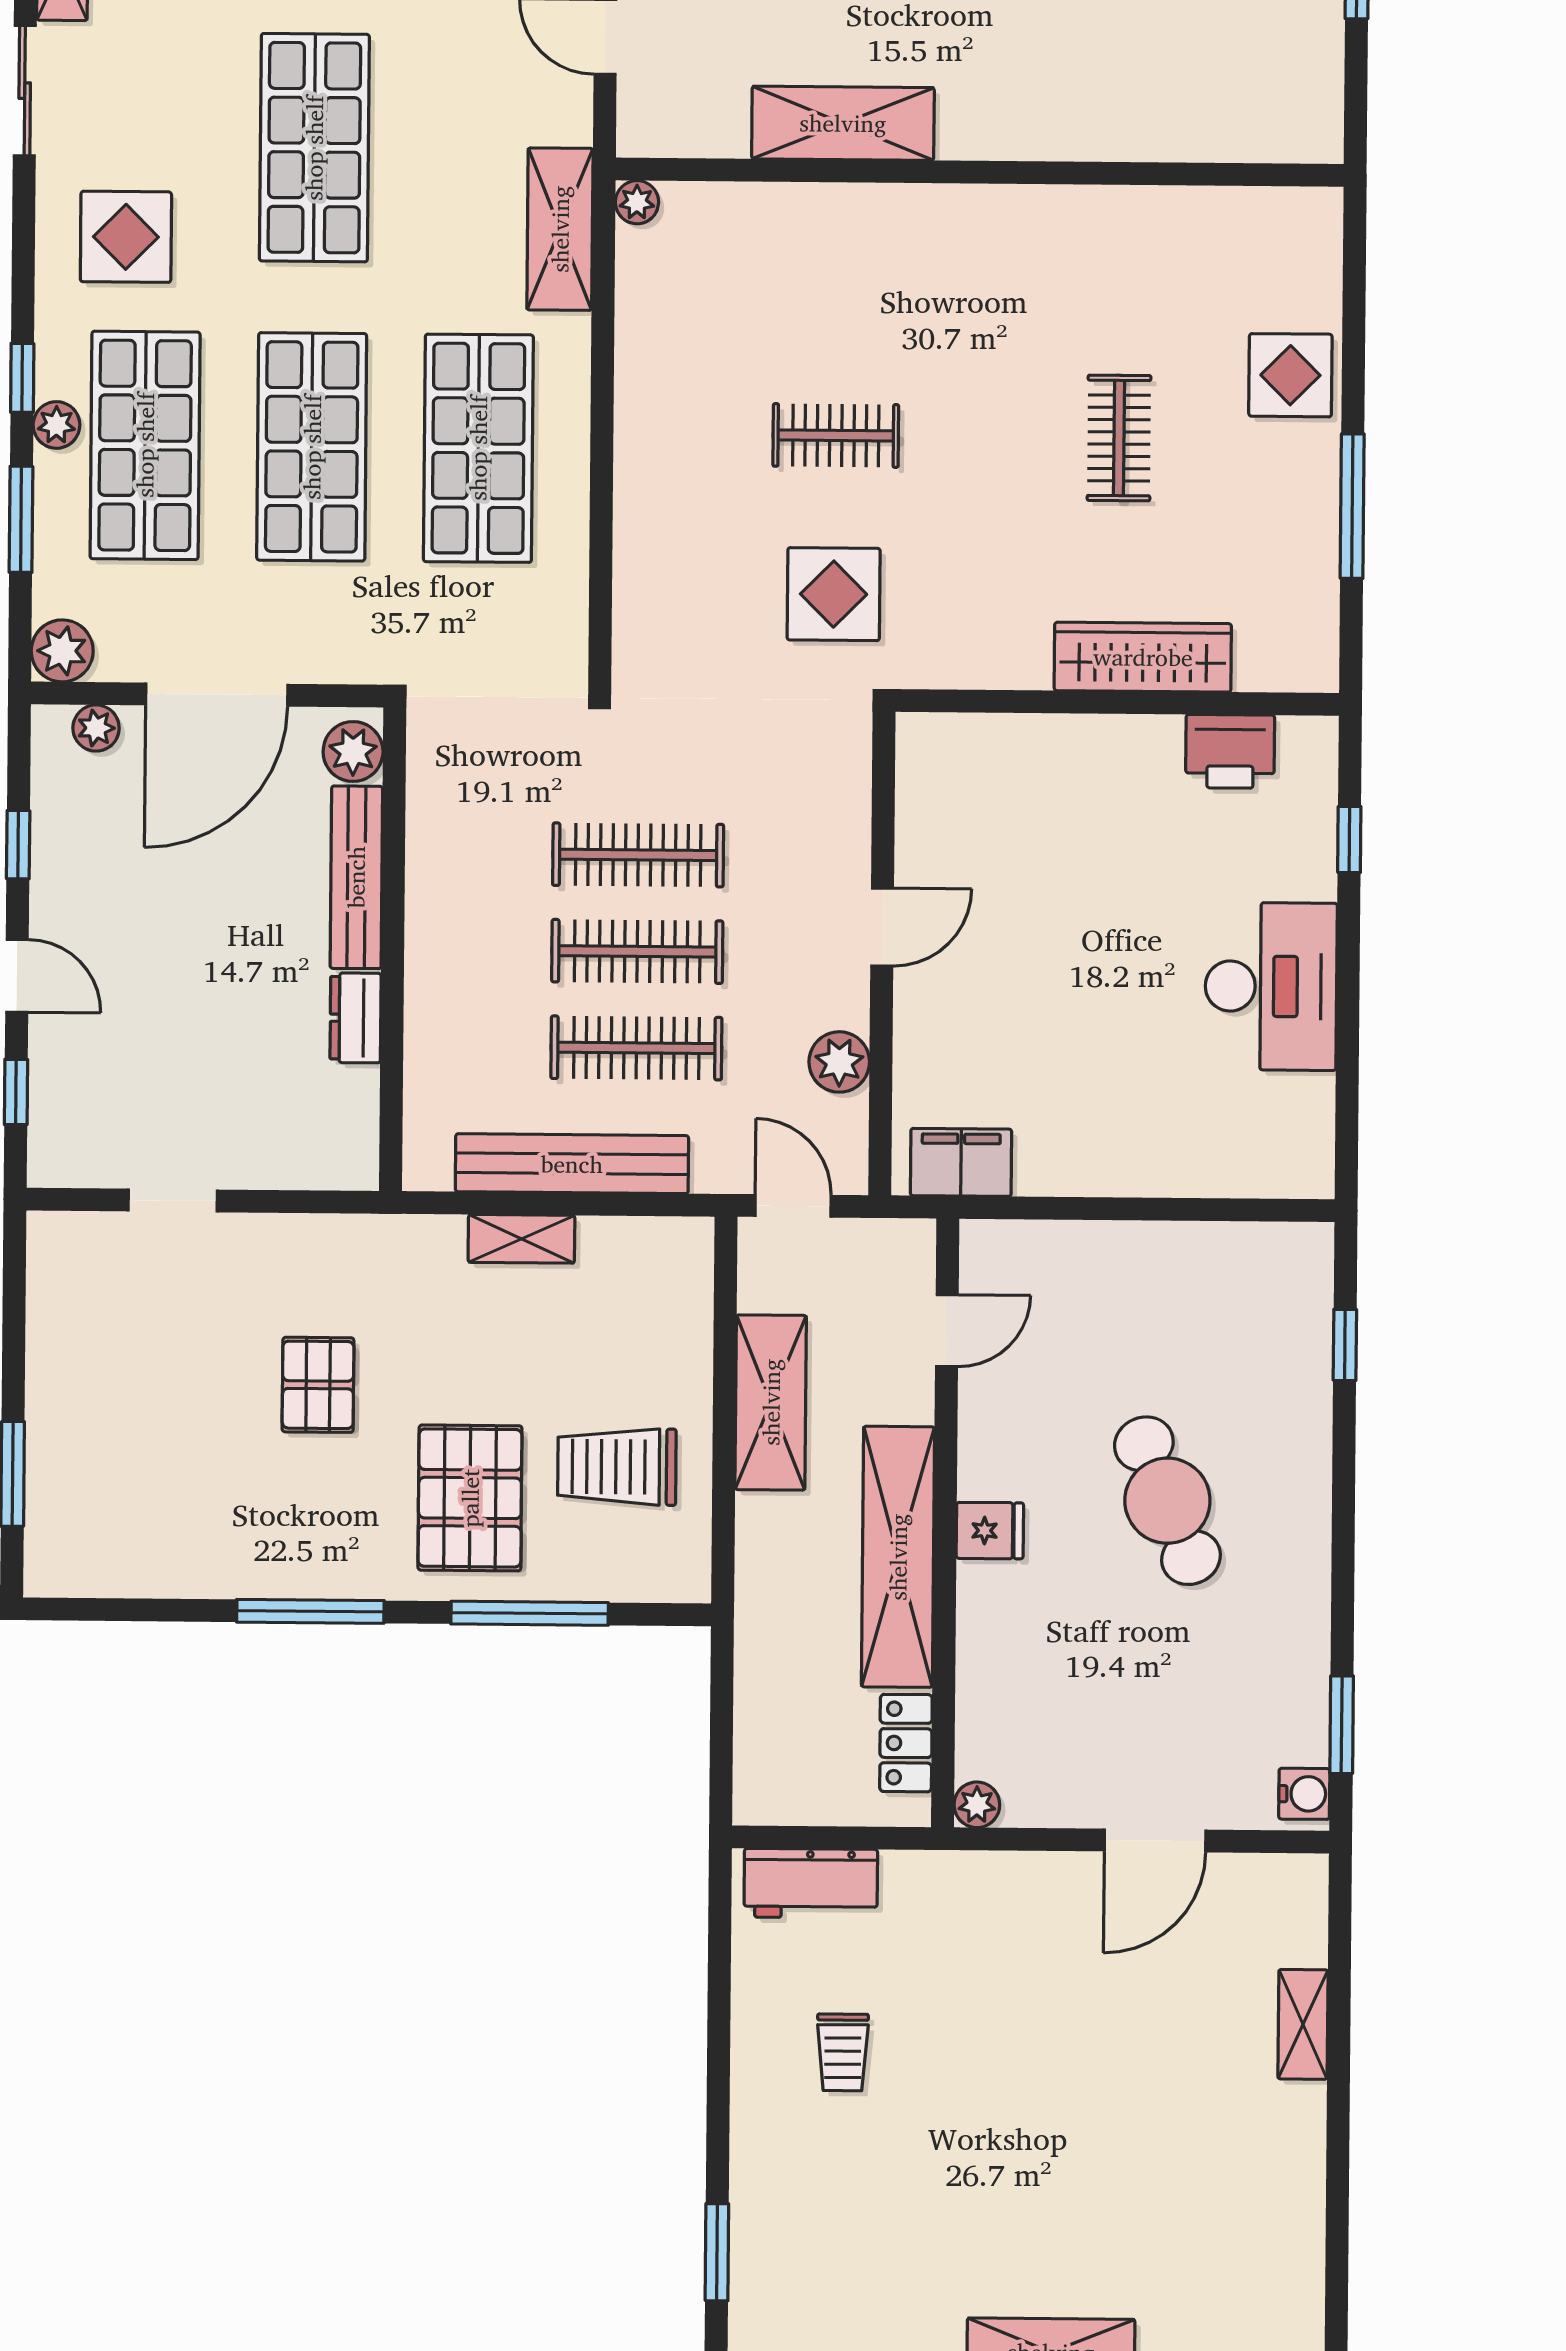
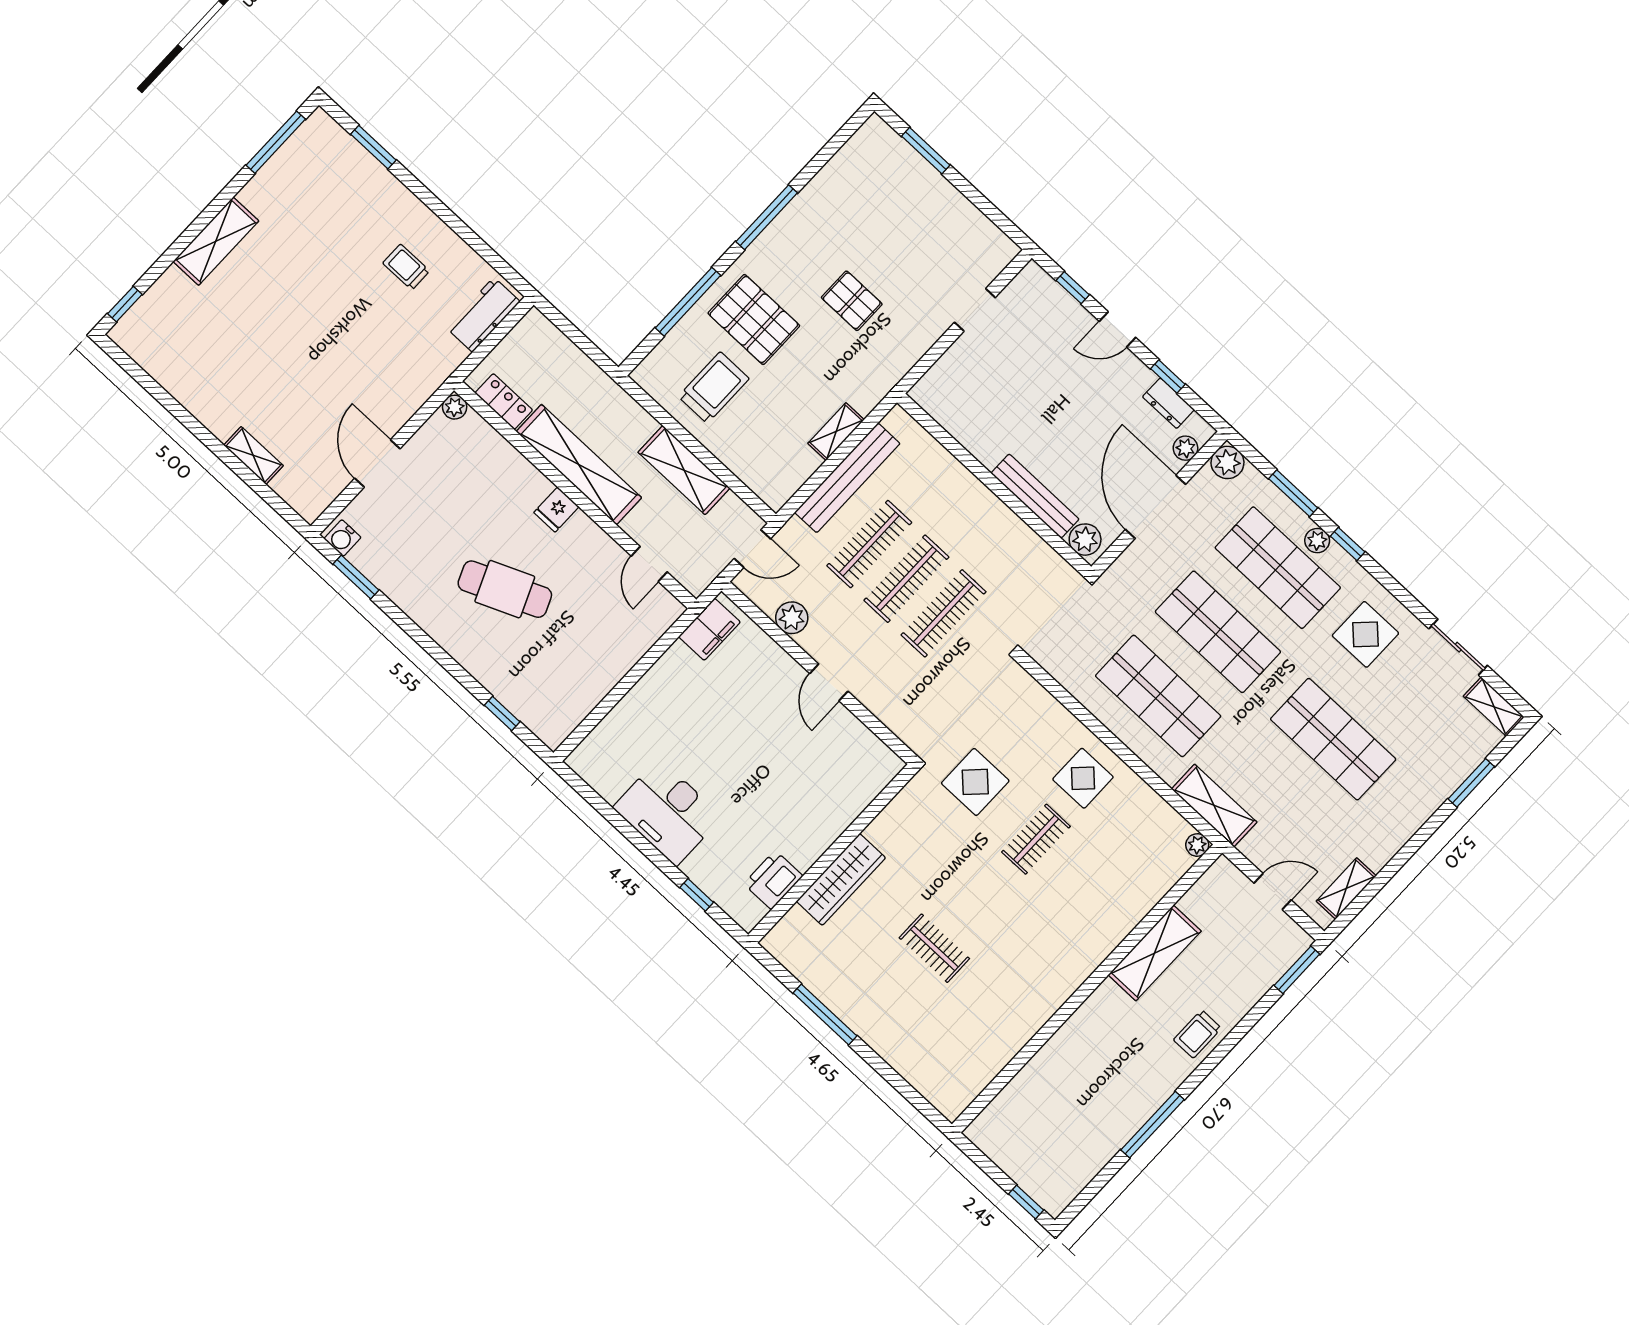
display table: (1290, 375) -> (1083, 778), moved
dresser: (355, 1018) -> (1168, 403), moved, turned 180

